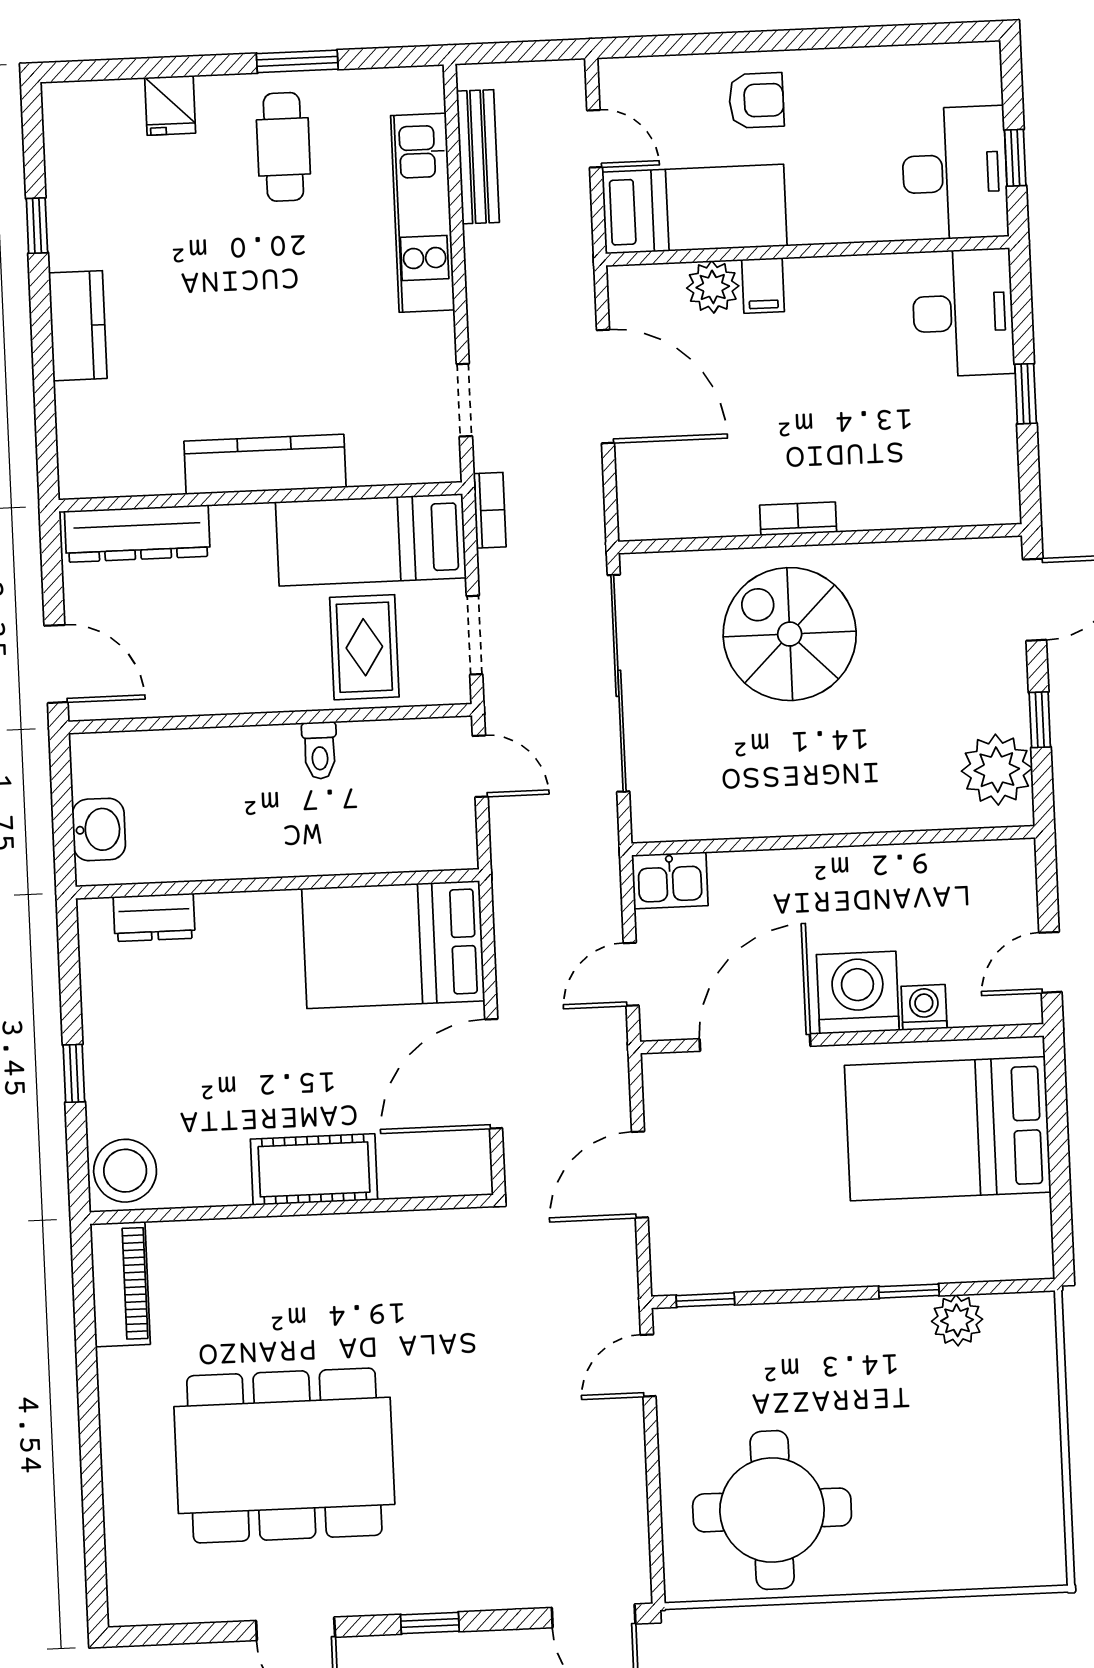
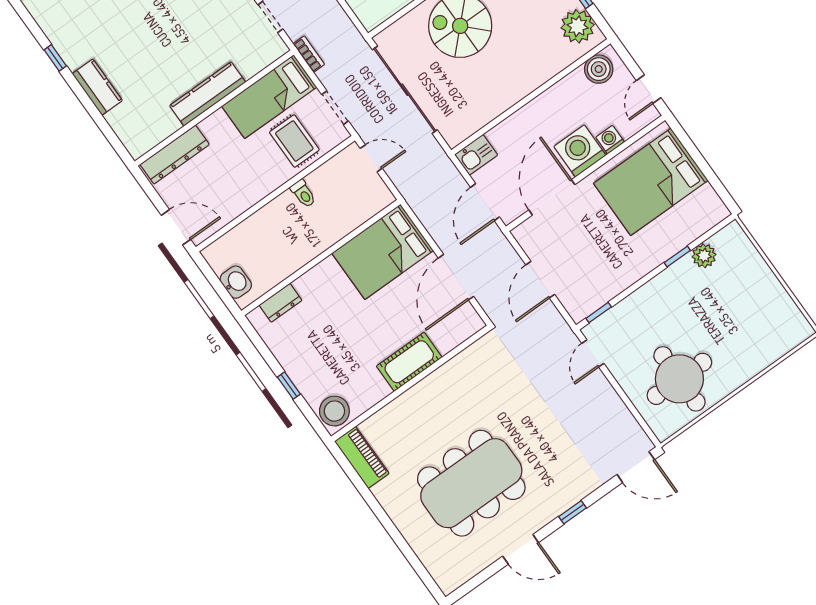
boiler: (985, 870) -> (599, 69), added
door: (631, 974) -> (485, 202), width x1.38

